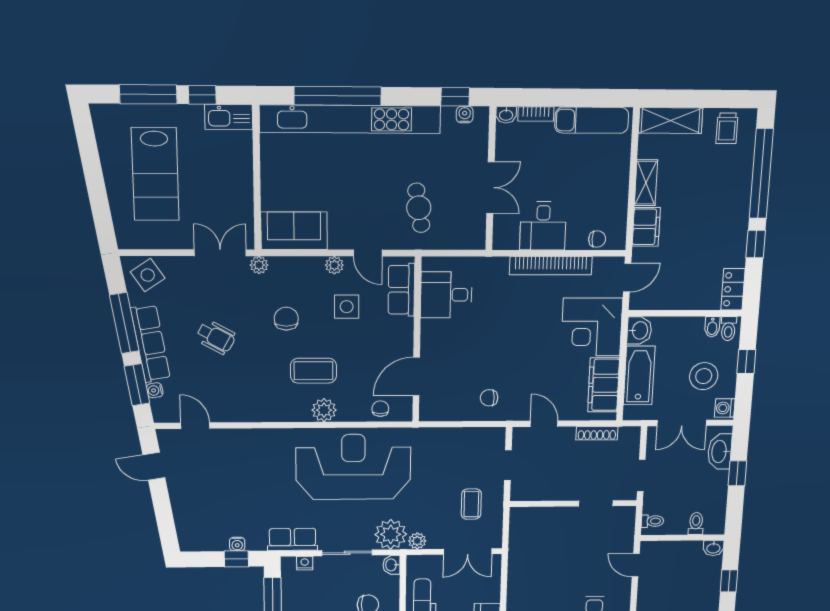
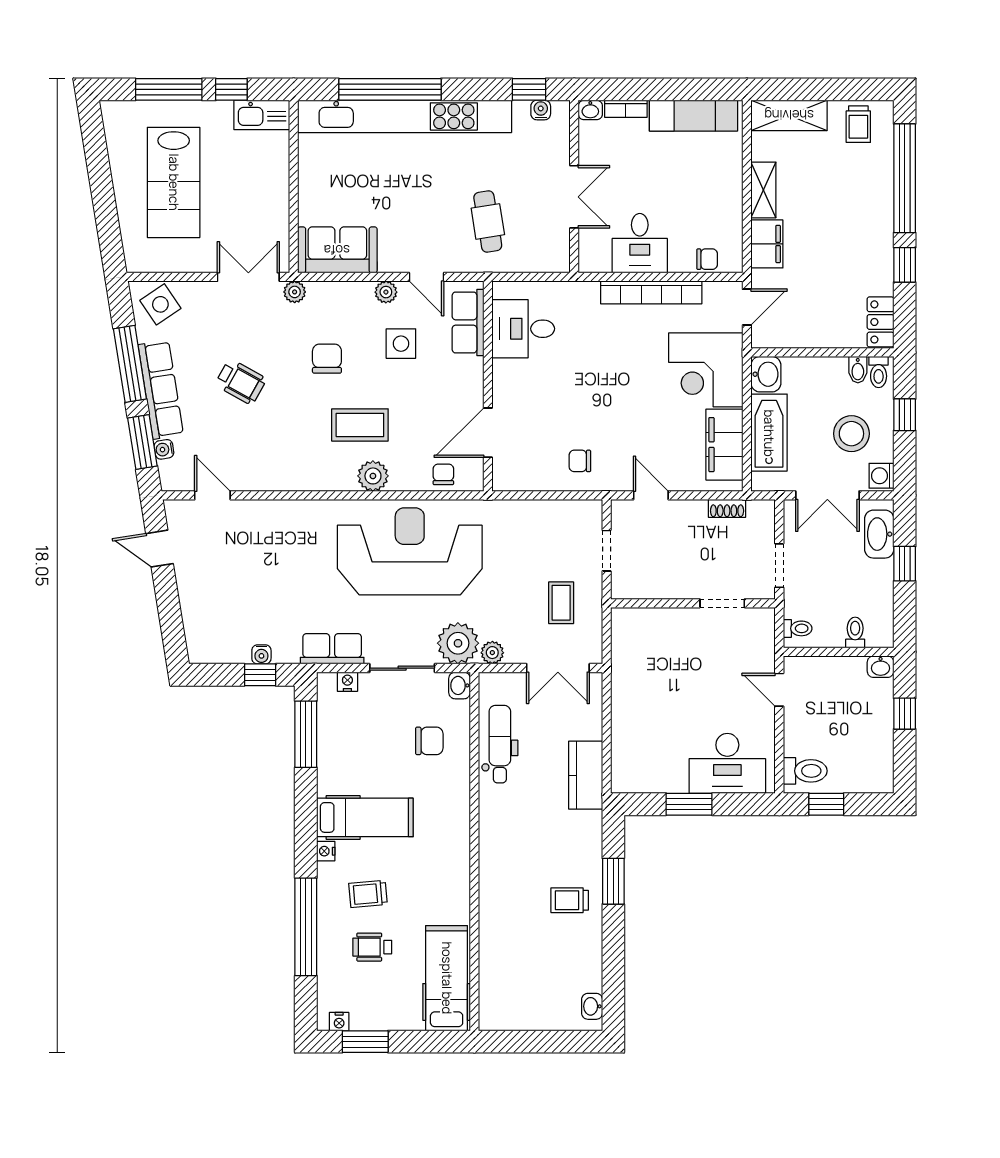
shoe rack: (597, 433) -> (727, 508), width x0.70

